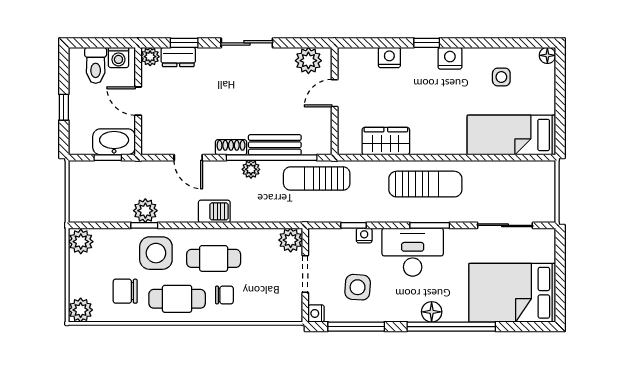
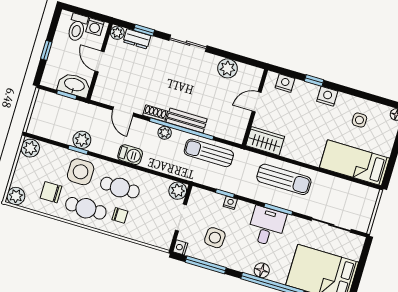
door: (335, 93) -> (257, 102), moved
wall: (335, 101) -> (255, 107), moved
desk: (413, 252) -> (267, 226), width x0.73

